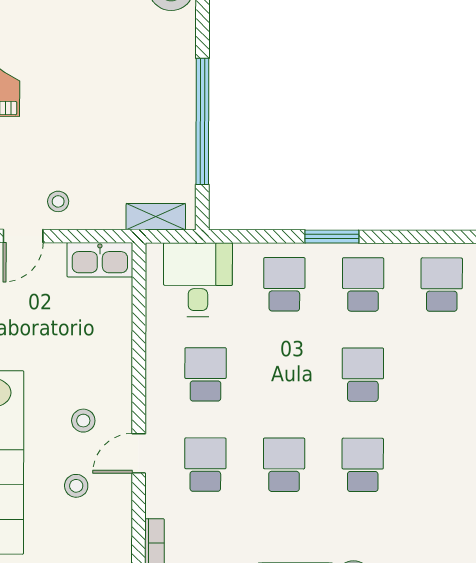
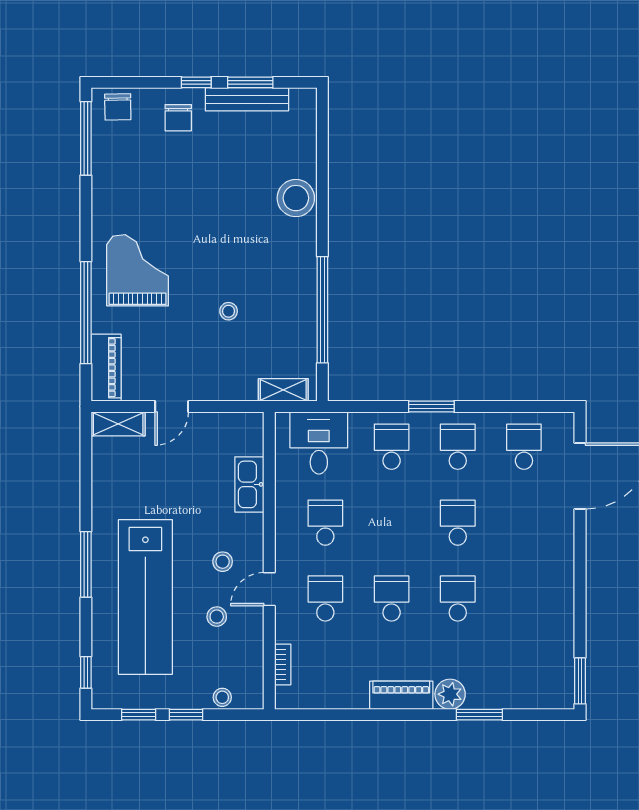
stool: (58, 201) -> (229, 311), moved
kitchen sink: (100, 260) -> (249, 484), moved, turned 90

